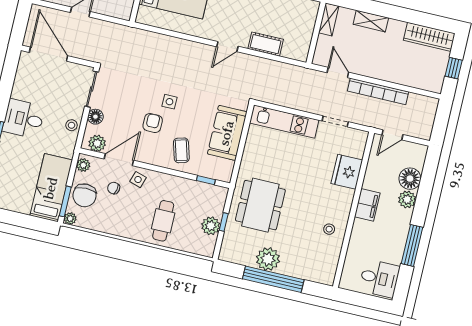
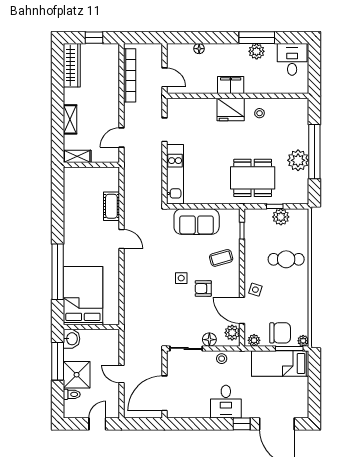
bookcase: (378, 91) -> (130, 75), moved
fridge: (347, 172) -> (231, 109), moved
floor lamp: (410, 179) -> (199, 49), width x0.53, depth x0.53
chair: (114, 188) -> (268, 309), removed
plant: (407, 199) -> (257, 51), moved

